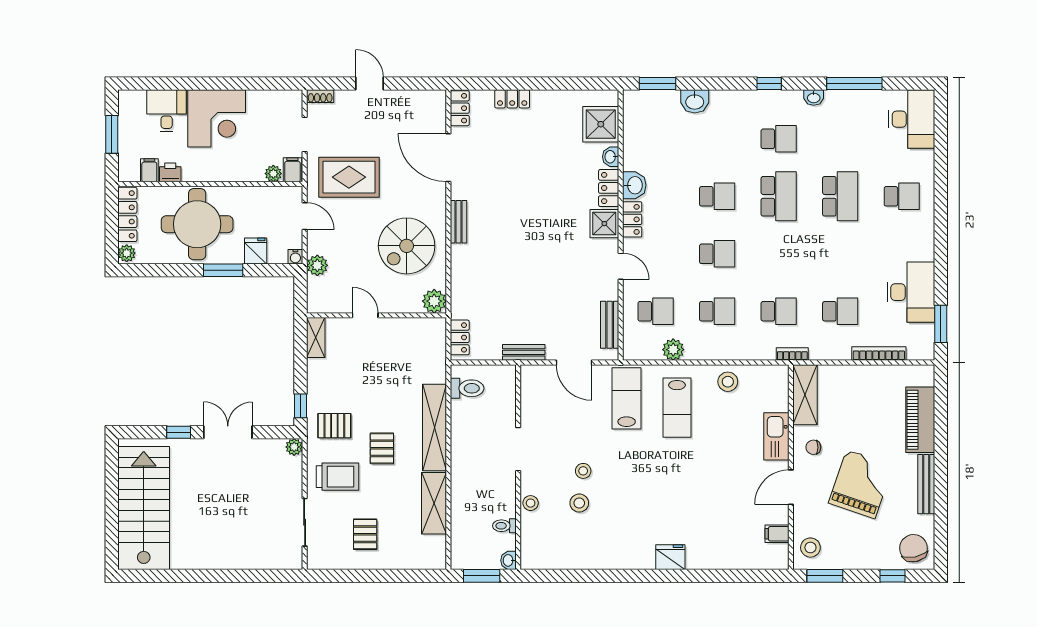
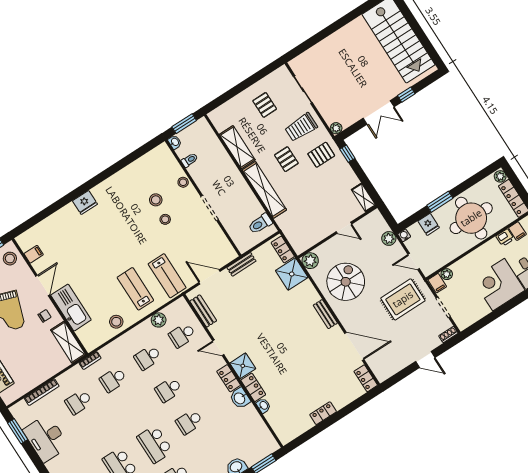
locker: (512, 99) -> (323, 413), moved
shower: (601, 124) -> (292, 274), moved
kitchen sink: (776, 436) -> (71, 308), width x1.36, depth x1.24

